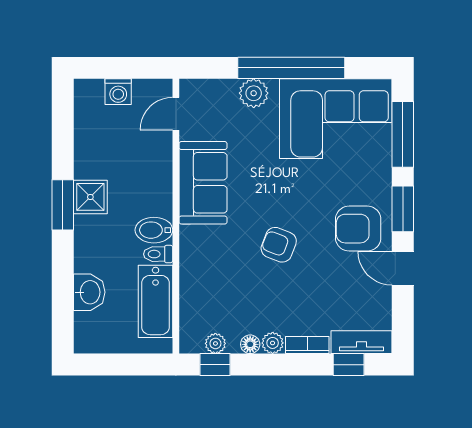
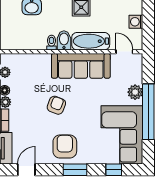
window: (403, 134) -> (114, 170), width x0.46
sofa: (203, 183) -> (81, 66), width x1.36
door: (403, 268) -> (26, 170), moved
bathtub: (156, 301) -> (91, 41), moved

